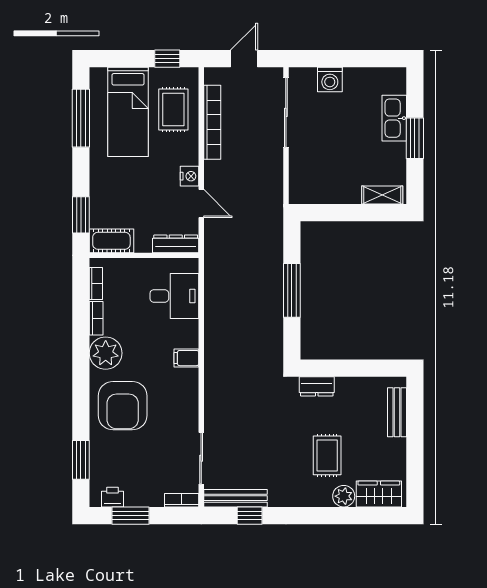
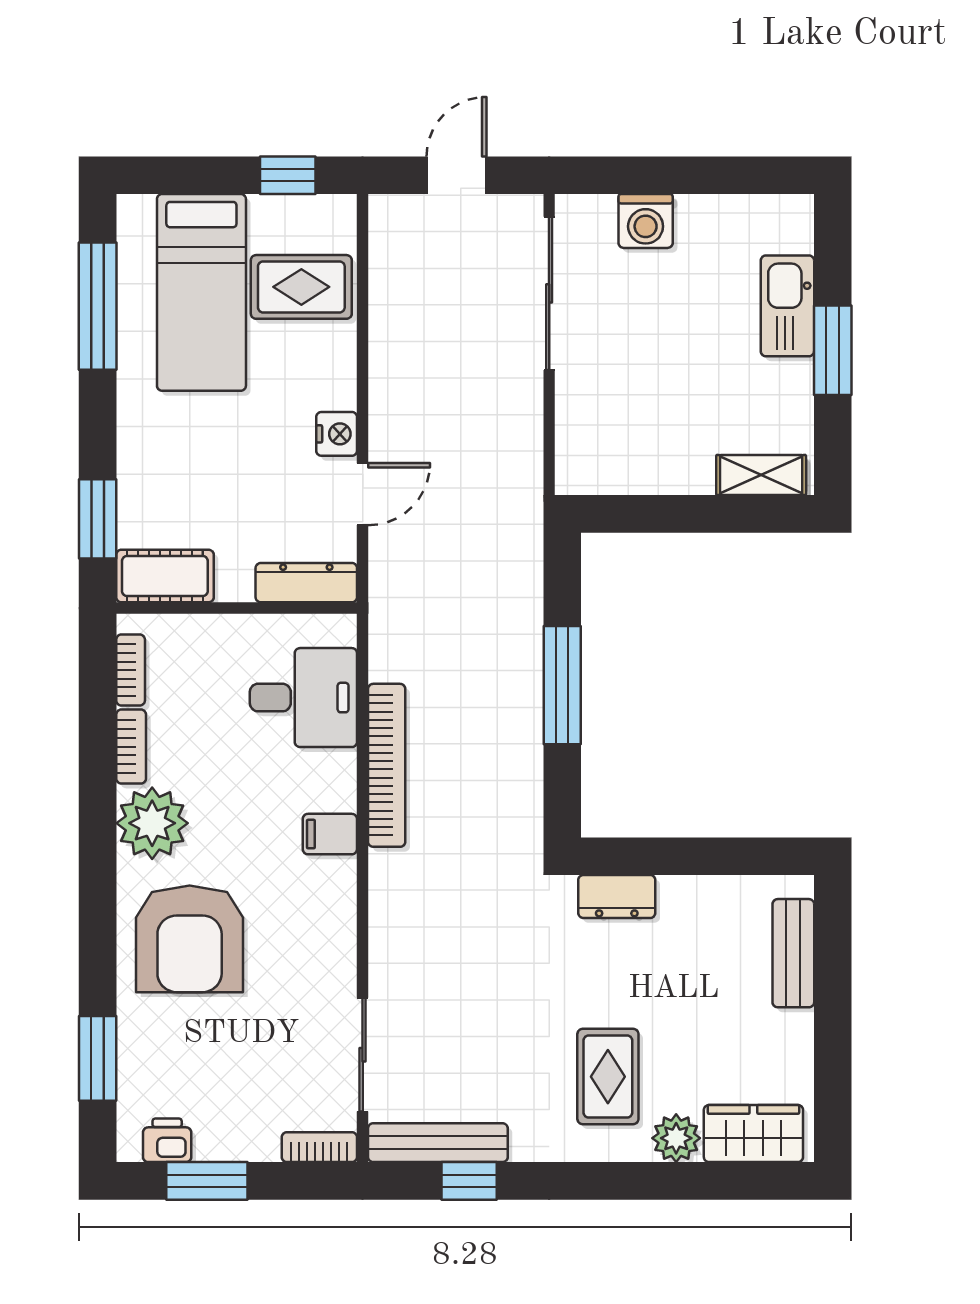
rug: (173, 109) -> (301, 287), turned 90
bookcase: (212, 122) -> (387, 765), moved
door: (201, 204) -> (363, 494), hinge flipped
rug: (327, 455) -> (608, 1077), moved

